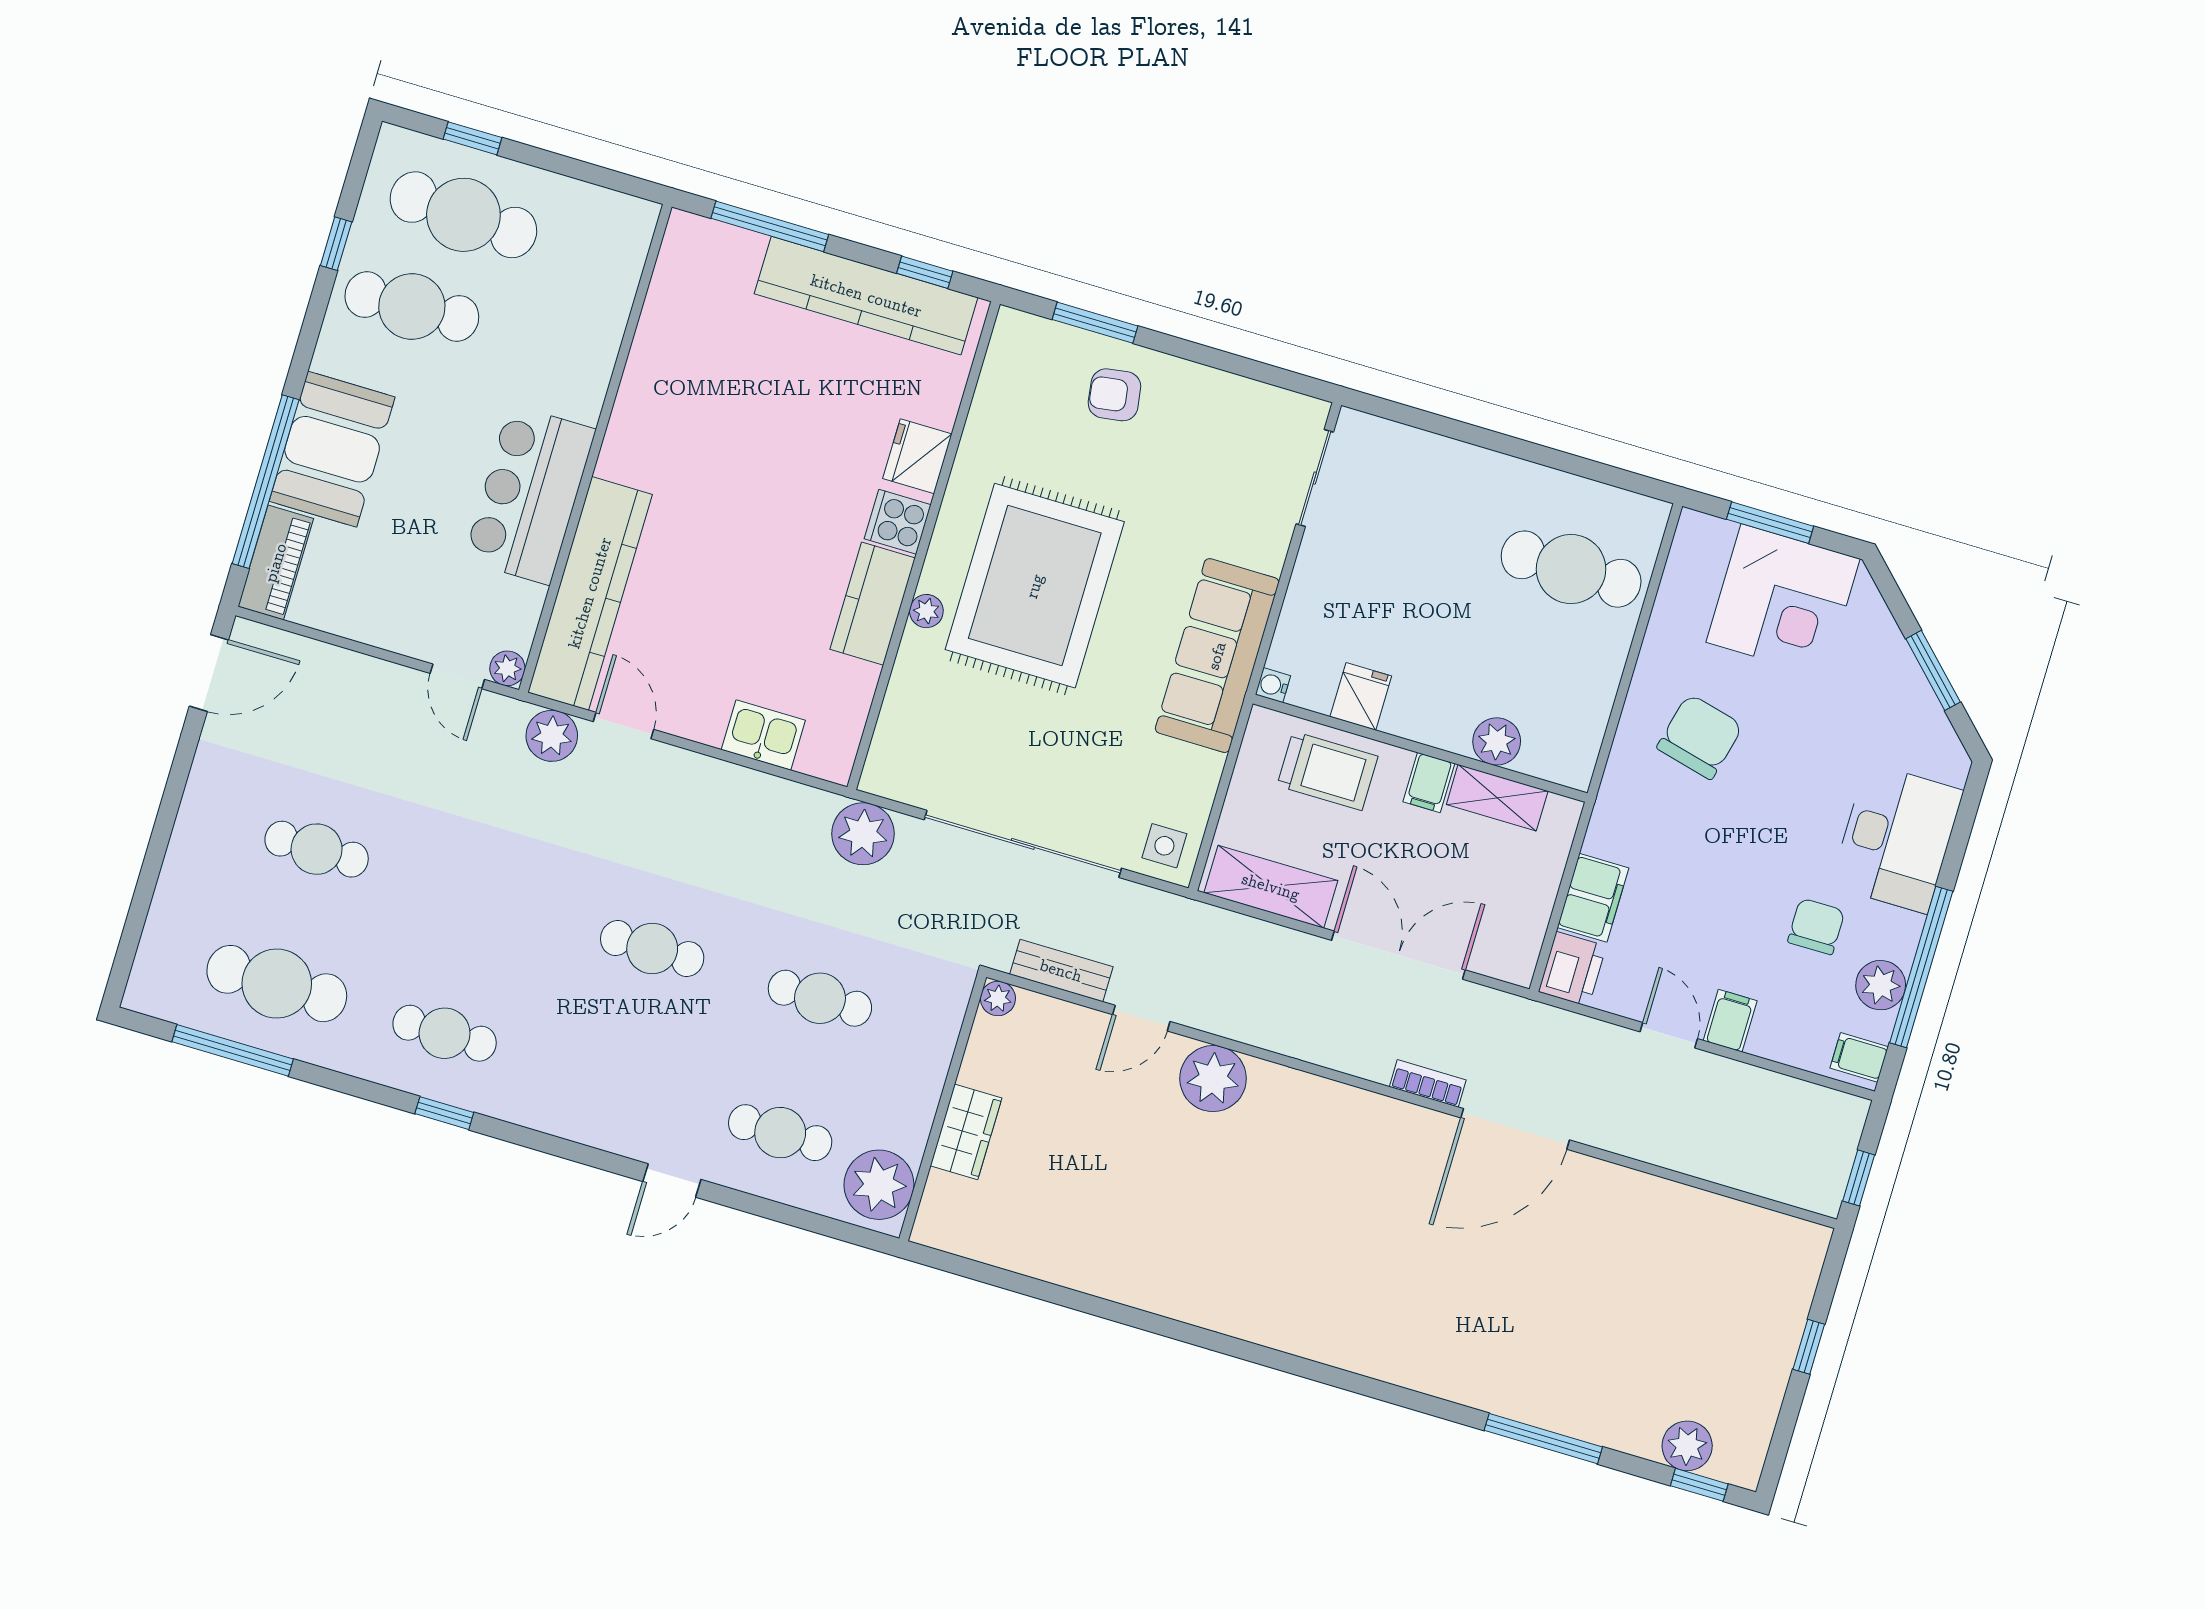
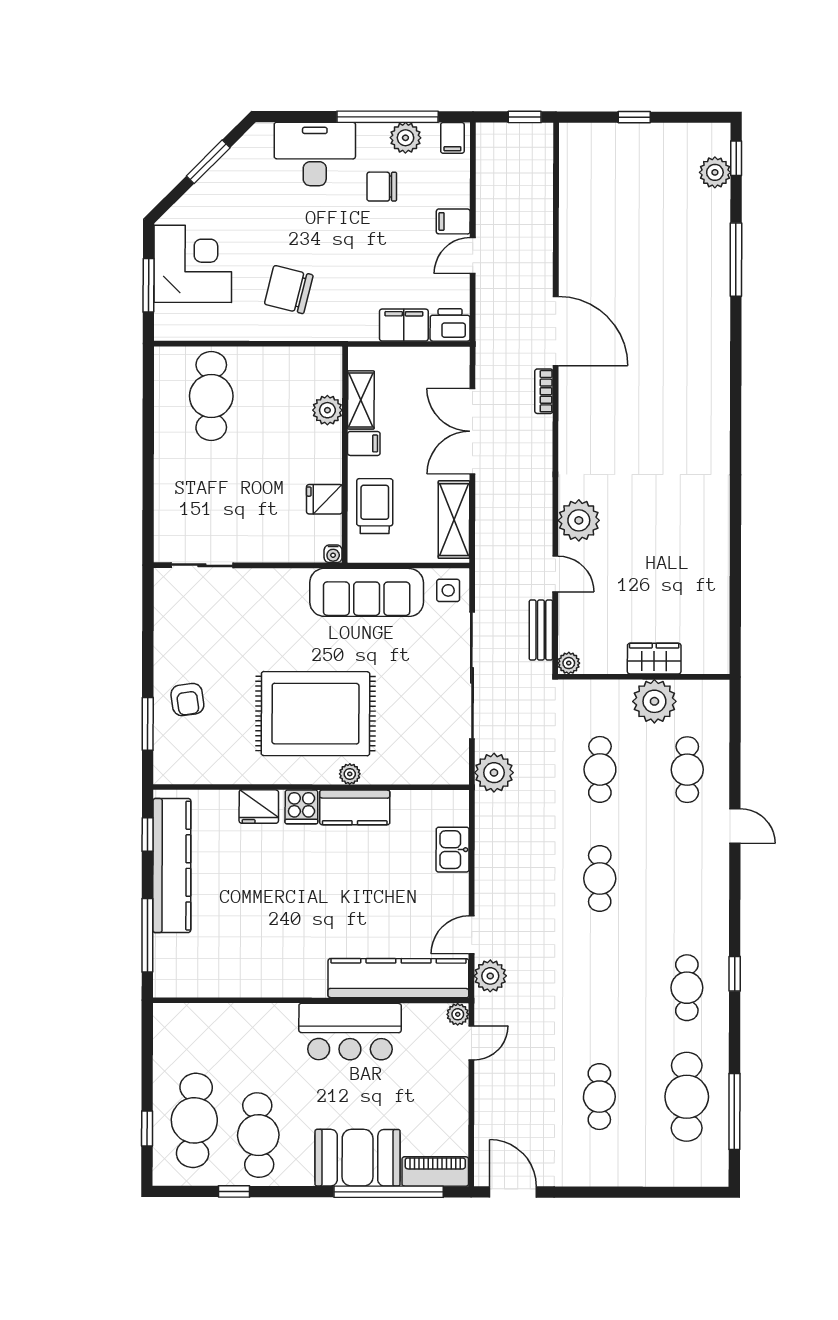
sofa: (1217, 656) -> (367, 592), moved
plant: (879, 1185) -> (654, 701), moved

